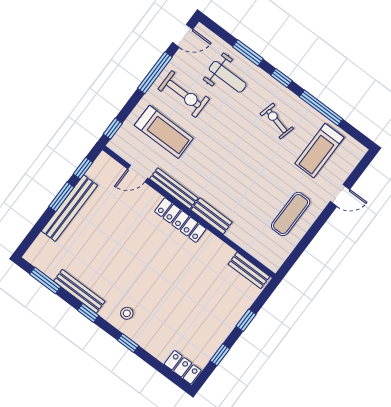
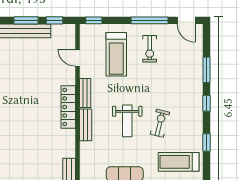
weight bench: (228, 77) -> (127, 121), moved
exercise bike: (184, 94) -> (150, 49), width x0.73, depth x0.72
window: (321, 108) -> (207, 143), width x0.46
exercise bike: (277, 121) -> (160, 123), moved
bench: (174, 188) -> (85, 93), width x0.73

